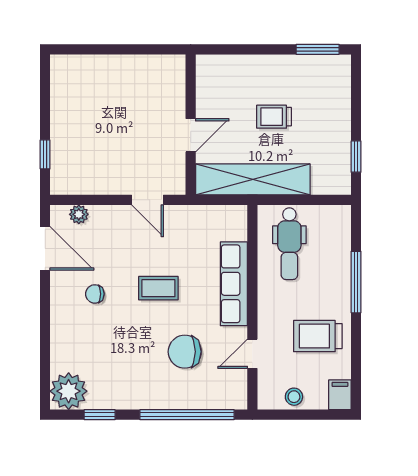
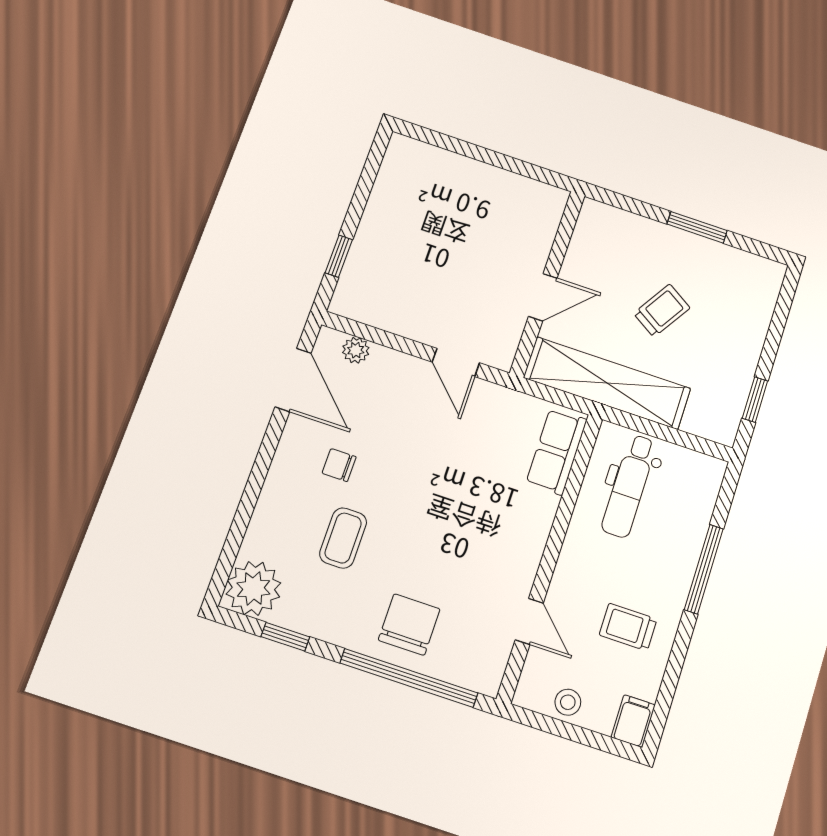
window: (318, 49) -> (697, 227), moved
trolley: (274, 117) -> (662, 311), turned 122
row of seats: (234, 284) -> (556, 451), moved, width x0.68
coffee table: (158, 288) -> (343, 538), moved, turned 90
trolley: (318, 336) -> (628, 627), width x0.73, depth x0.72
chair: (185, 352) -> (409, 625), moved, turned 90
door: (252, 354) -> (529, 621), swing flipped

